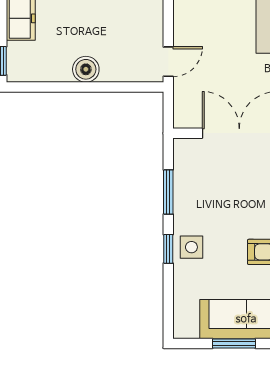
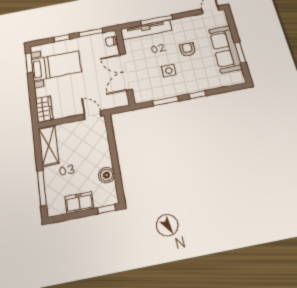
boiler: (86, 69) -> (106, 175), moved
side table: (191, 247) -> (169, 71), moved

